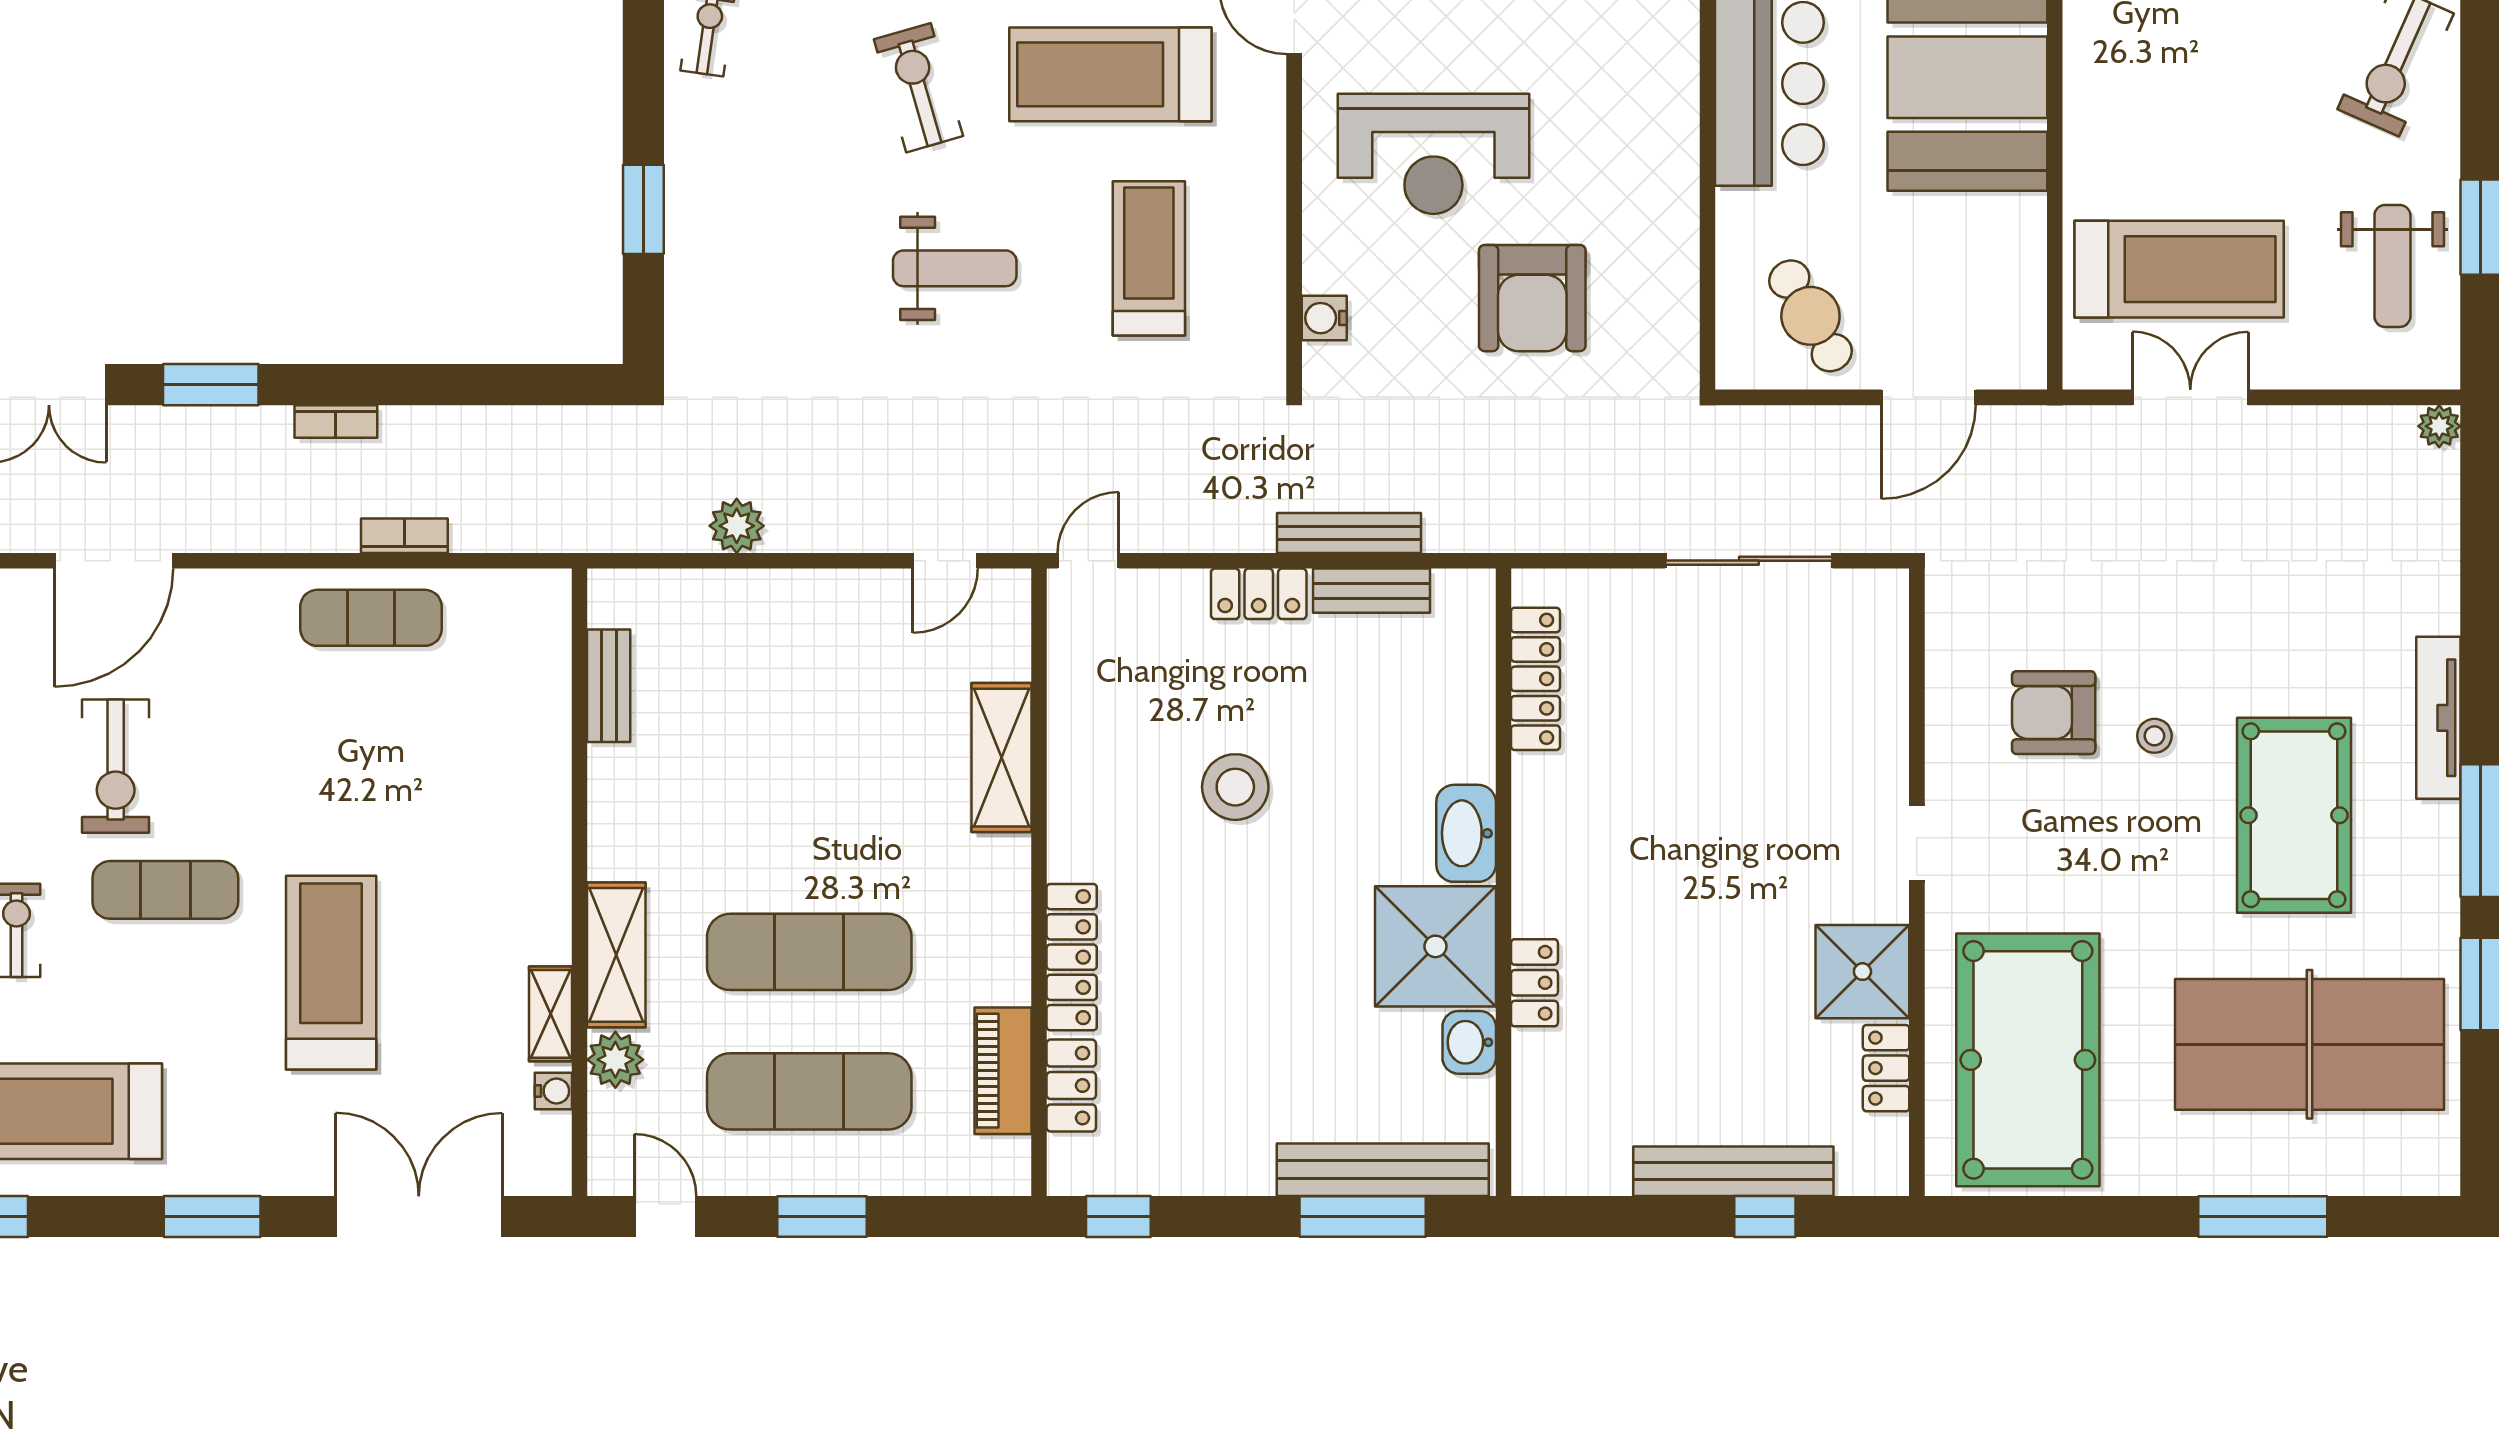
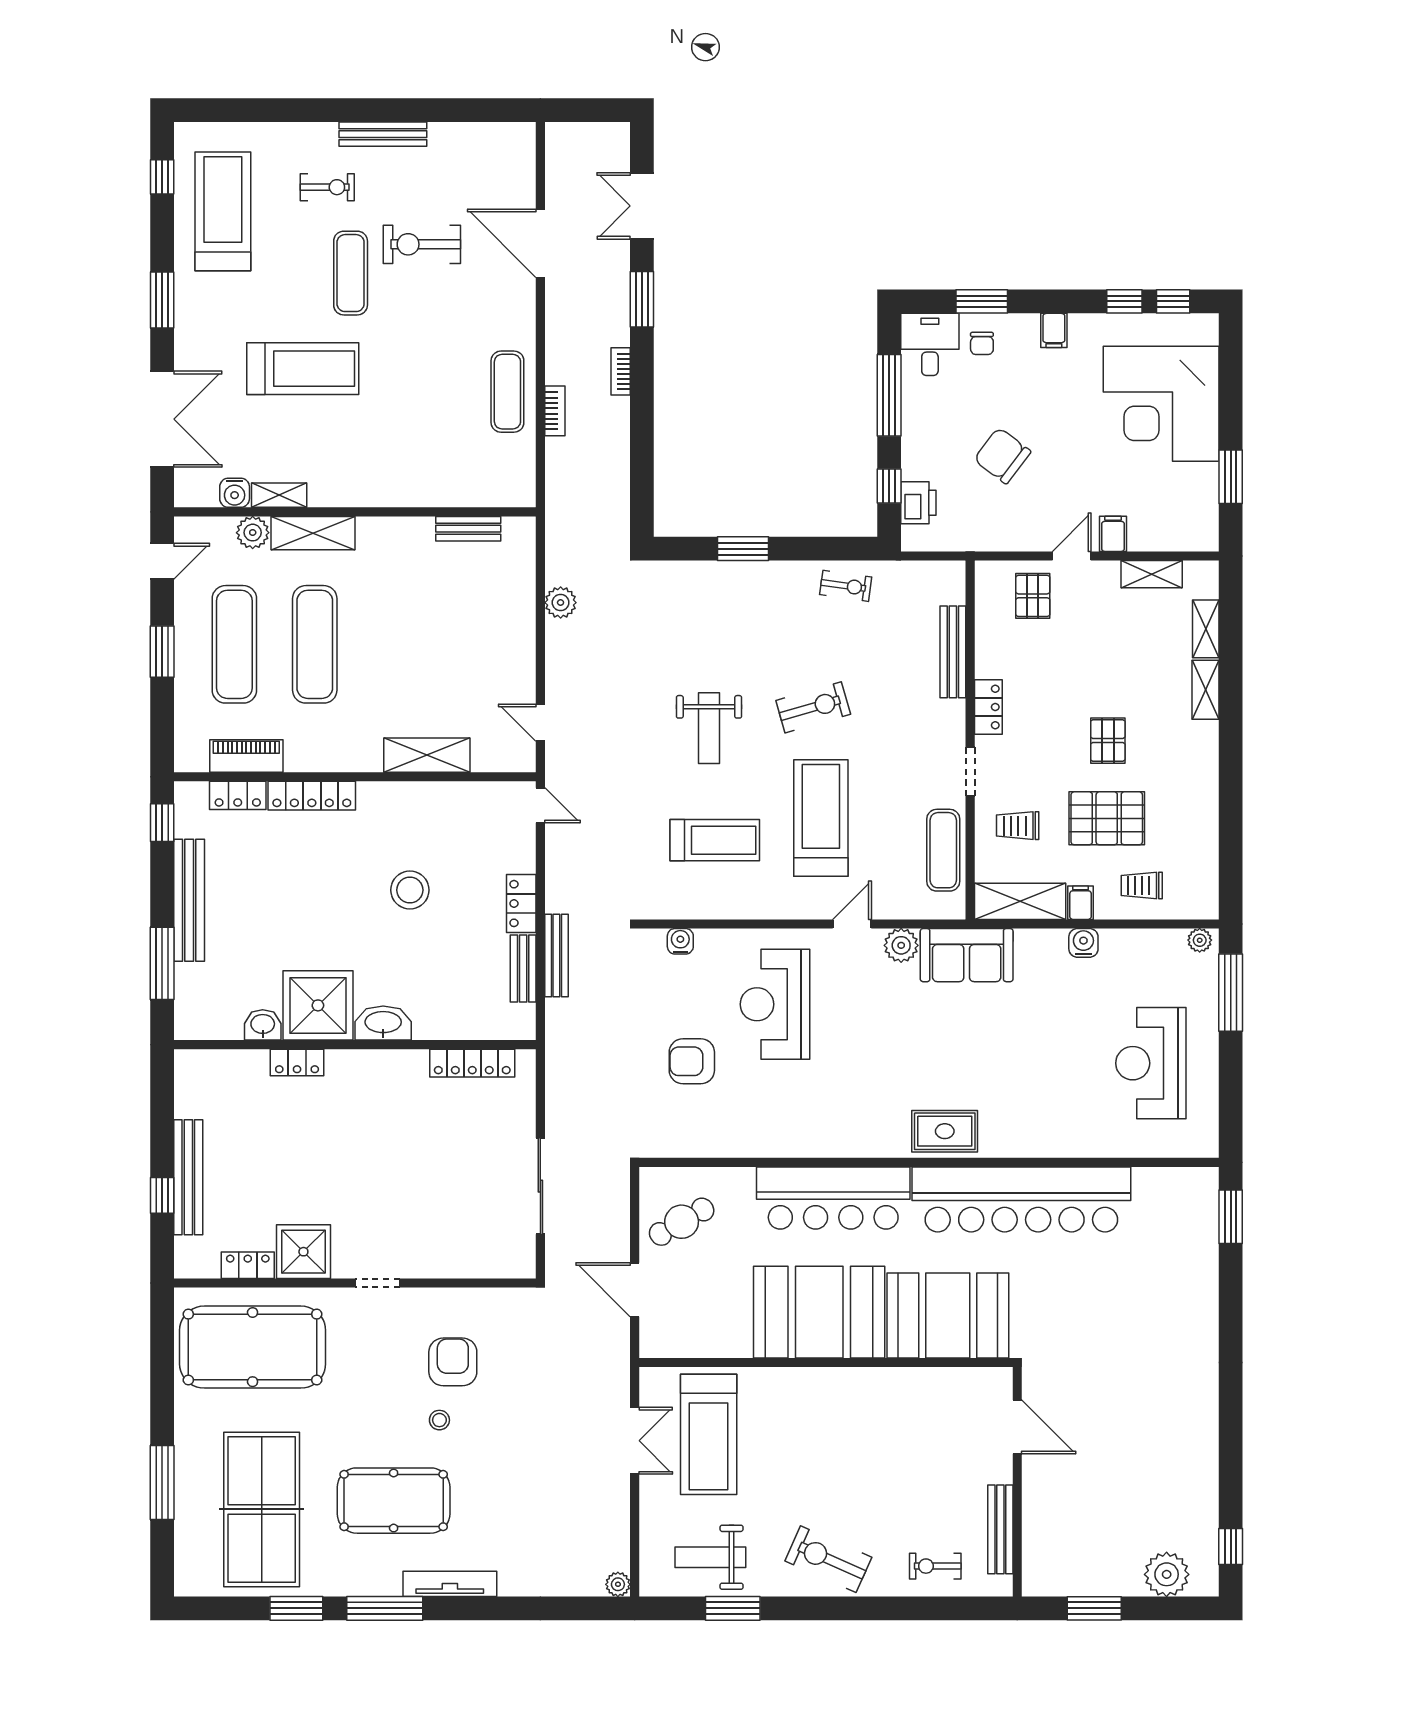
armchair: (1532, 298) -> (692, 1061), width x0.73, depth x0.73
water cooler: (553, 1091) -> (235, 493), width x1.38, depth x1.38
bench: (1383, 1170) -> (189, 900), moved

